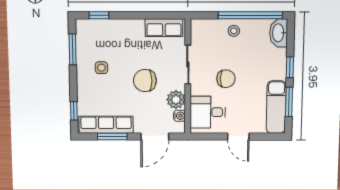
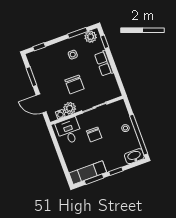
row of seats: (164, 28) -> (104, 63), moved
plant: (85, 33) -> (91, 37), added
chair: (145, 81) -> (75, 84), turned 180
row of seats: (106, 125) -> (38, 70), removed
door: (238, 137) -> (60, 156), removed

